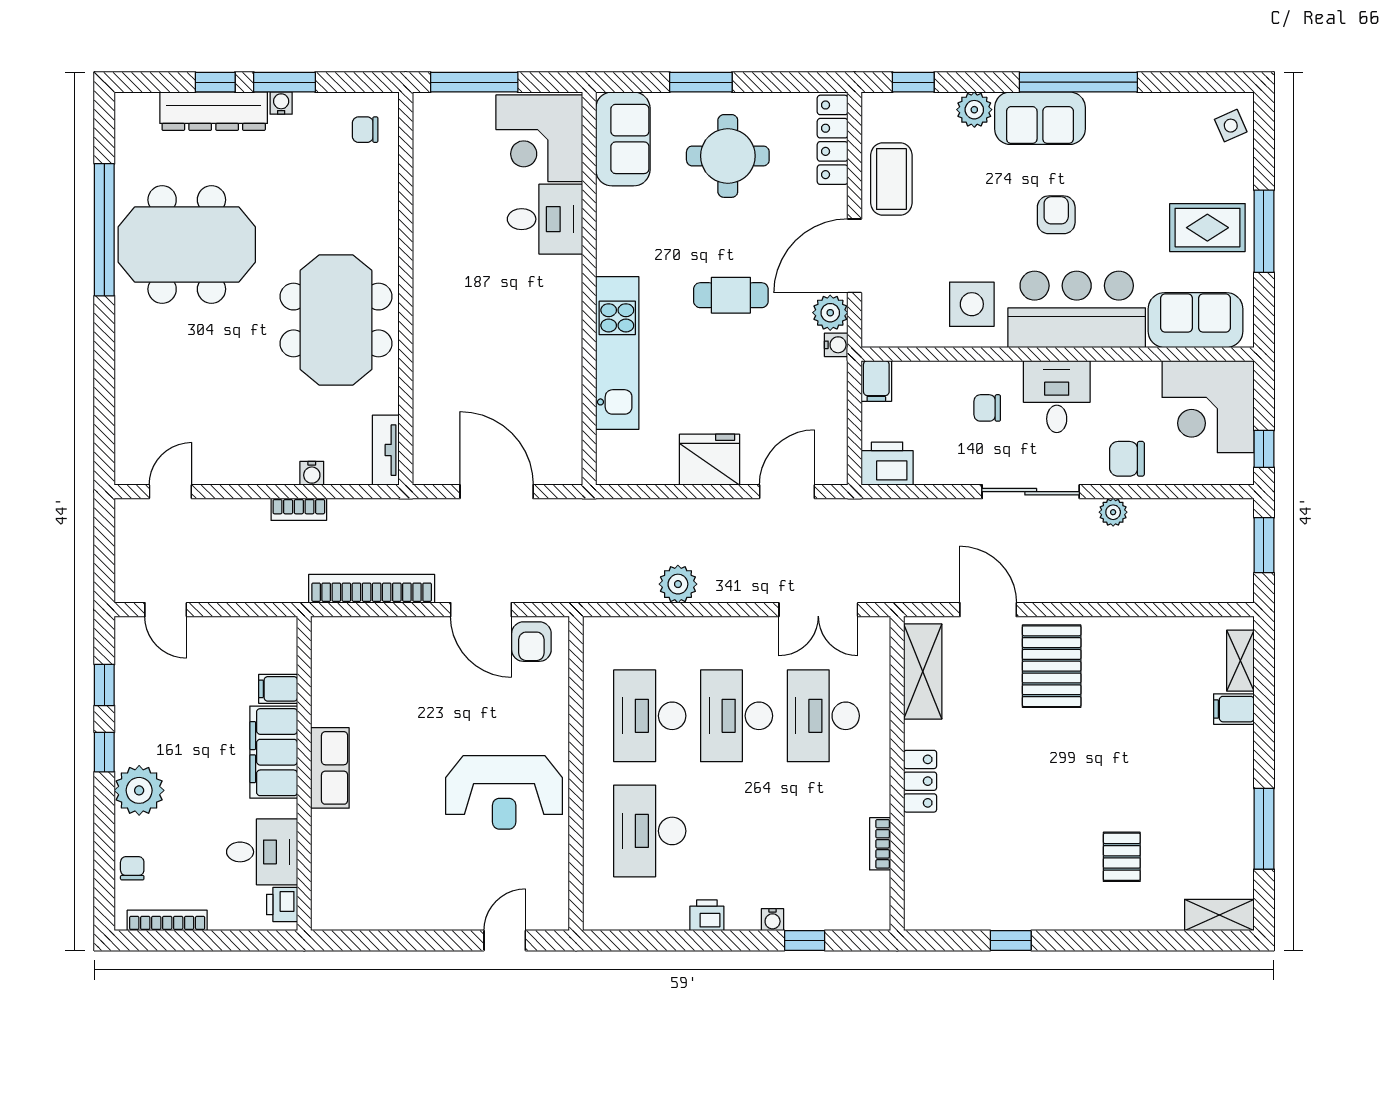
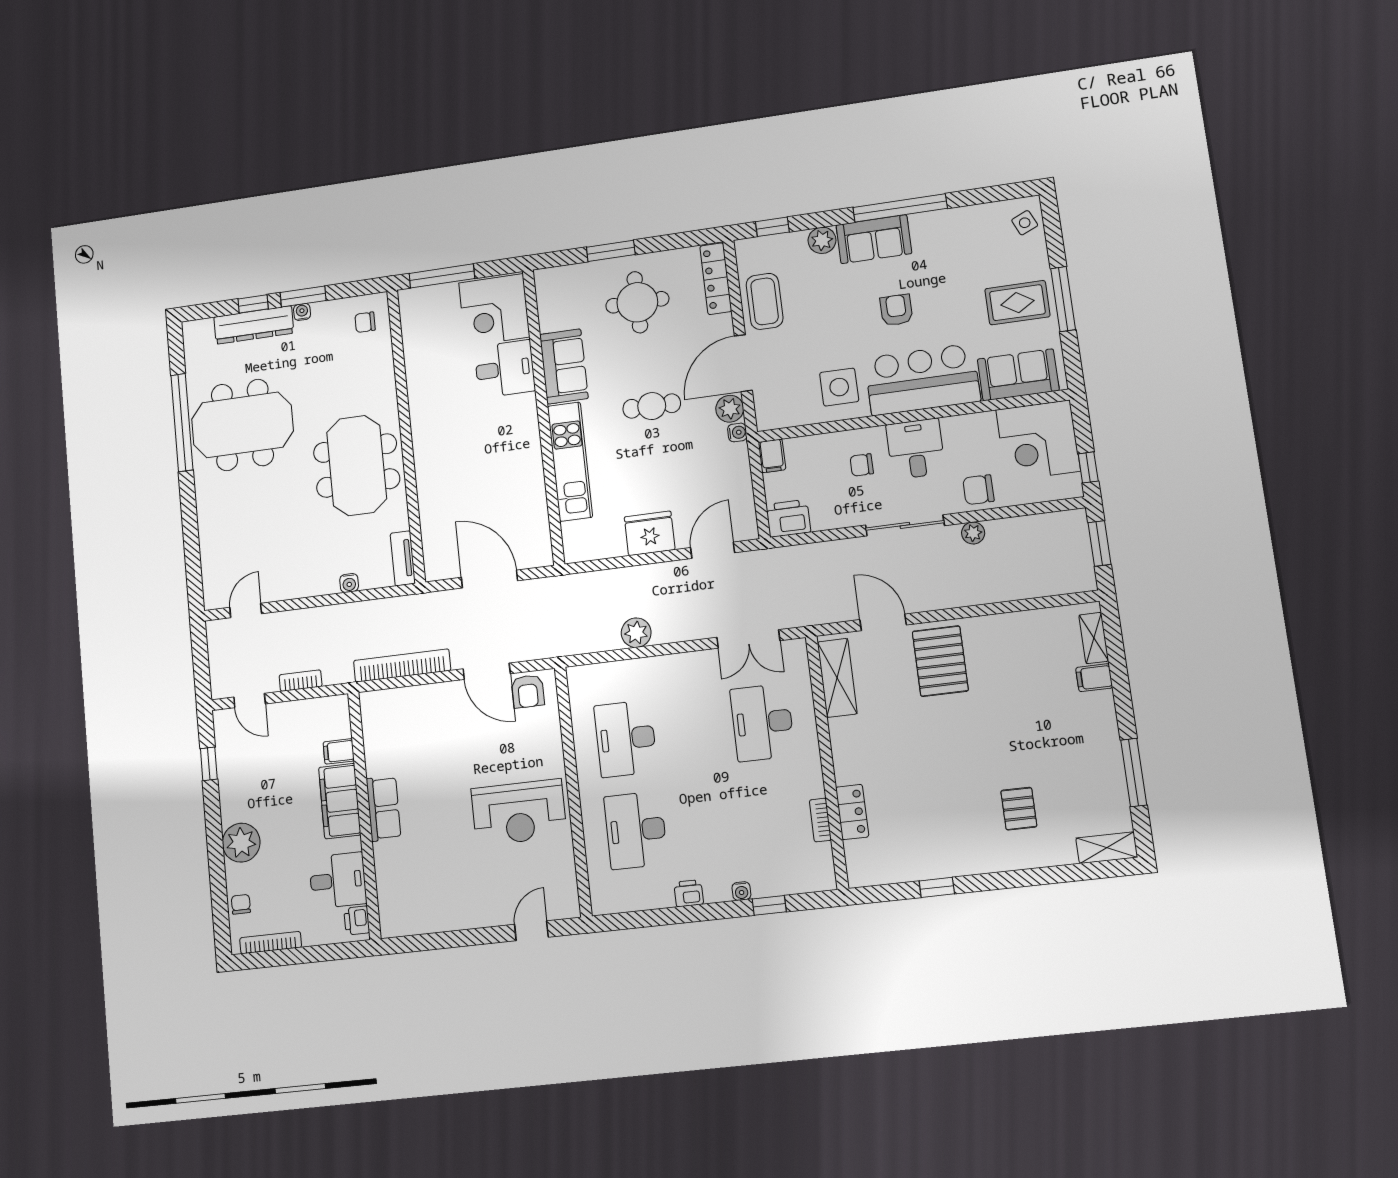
sofa: (623, 139) -> (564, 366), moved
bookcase: (299, 509) -> (301, 681), moved, turned 180
desk: (737, 716) -> (694, 731), removed
window: (104, 752) -> (213, 816), removed
locker: (920, 781) -> (852, 812), moved

